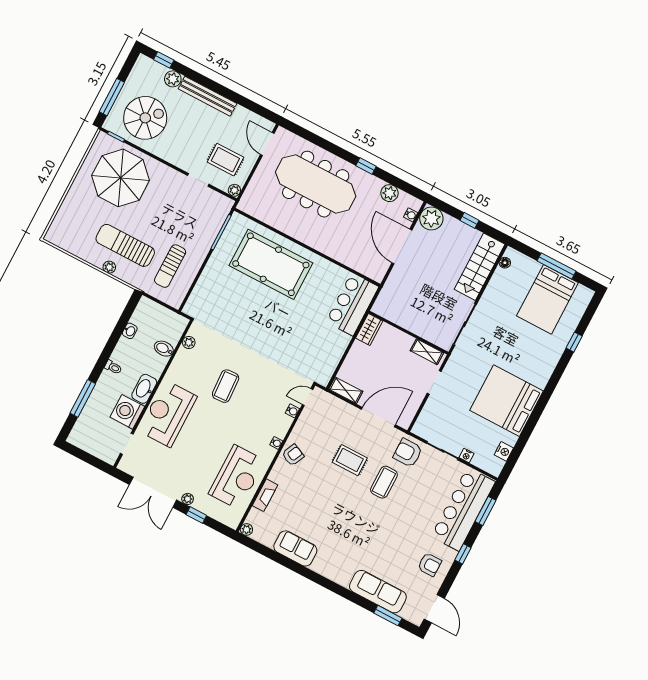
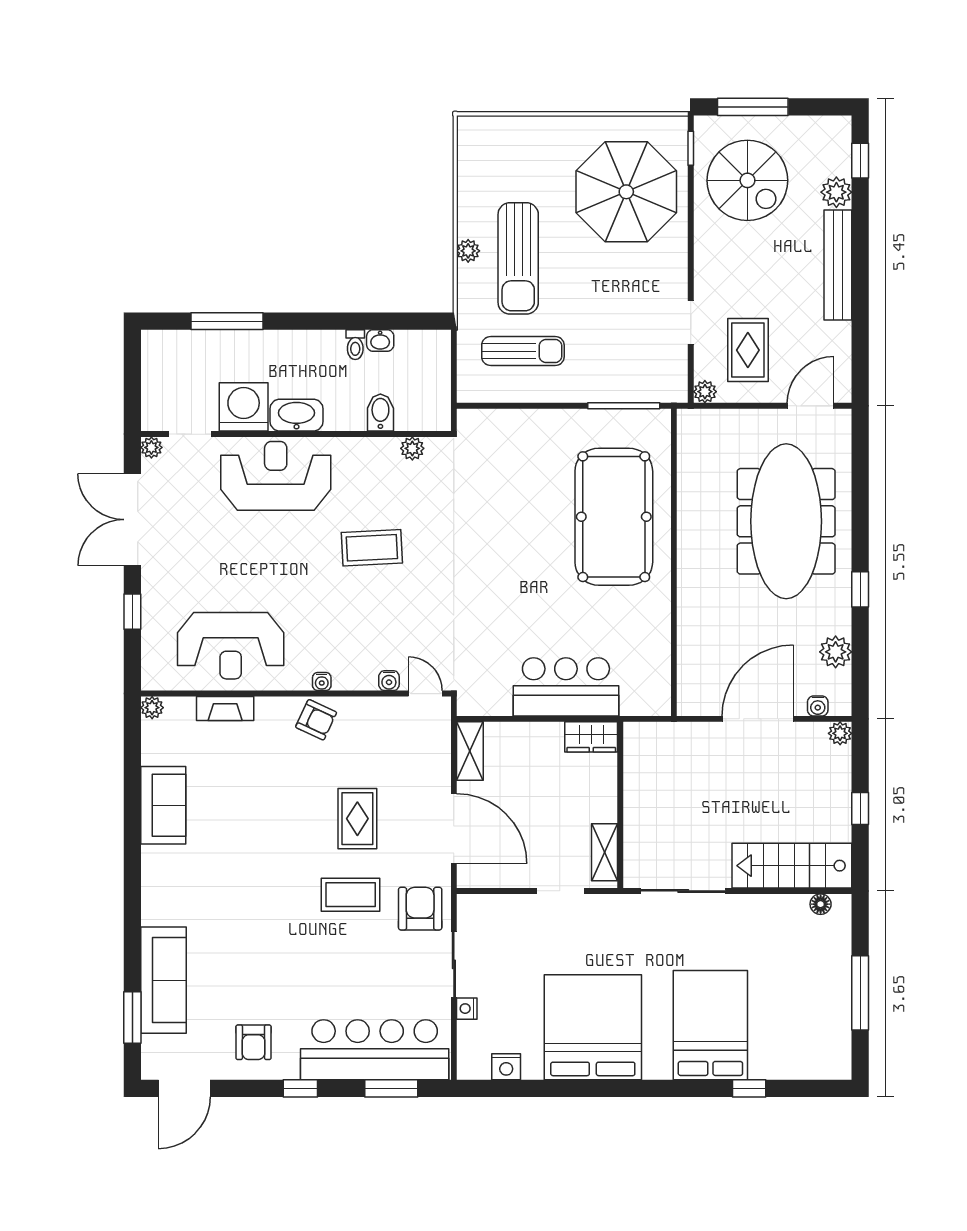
plant: (431, 218) -> (840, 733), width x0.53, depth x0.53
sun lounger: (125, 245) -> (518, 258), turned 180
sun lounger: (170, 266) -> (523, 351), turned 180
bed: (547, 299) -> (710, 1025), moved, turned 90
bar counter: (352, 304) -> (566, 687), moved
toilet: (113, 367) -> (355, 345), moved
plant: (188, 499) -> (151, 447), moved

